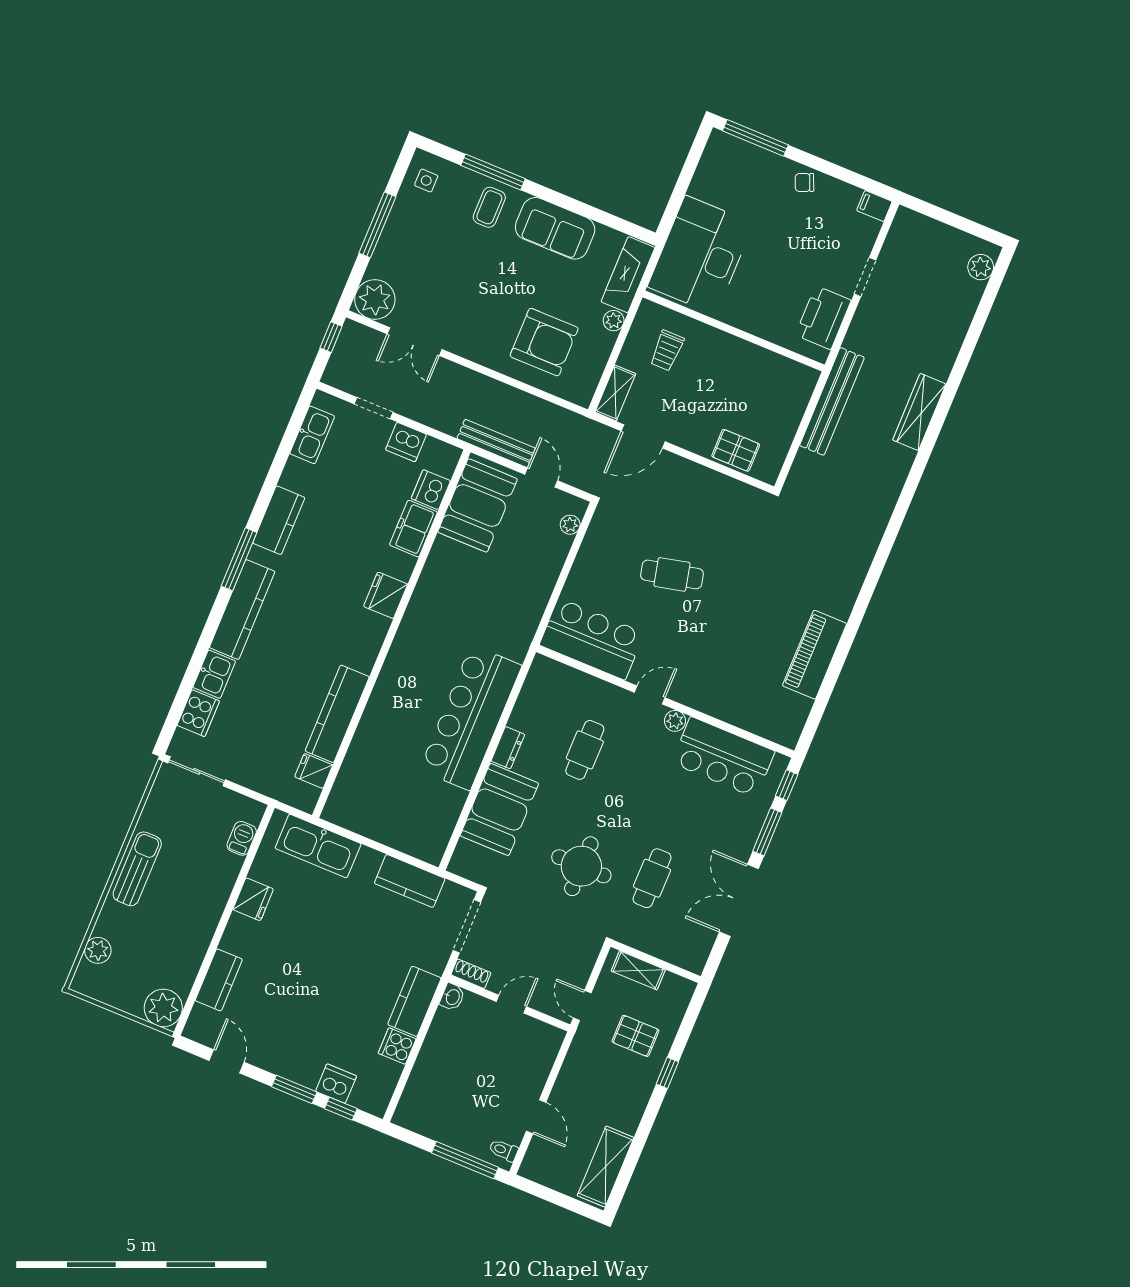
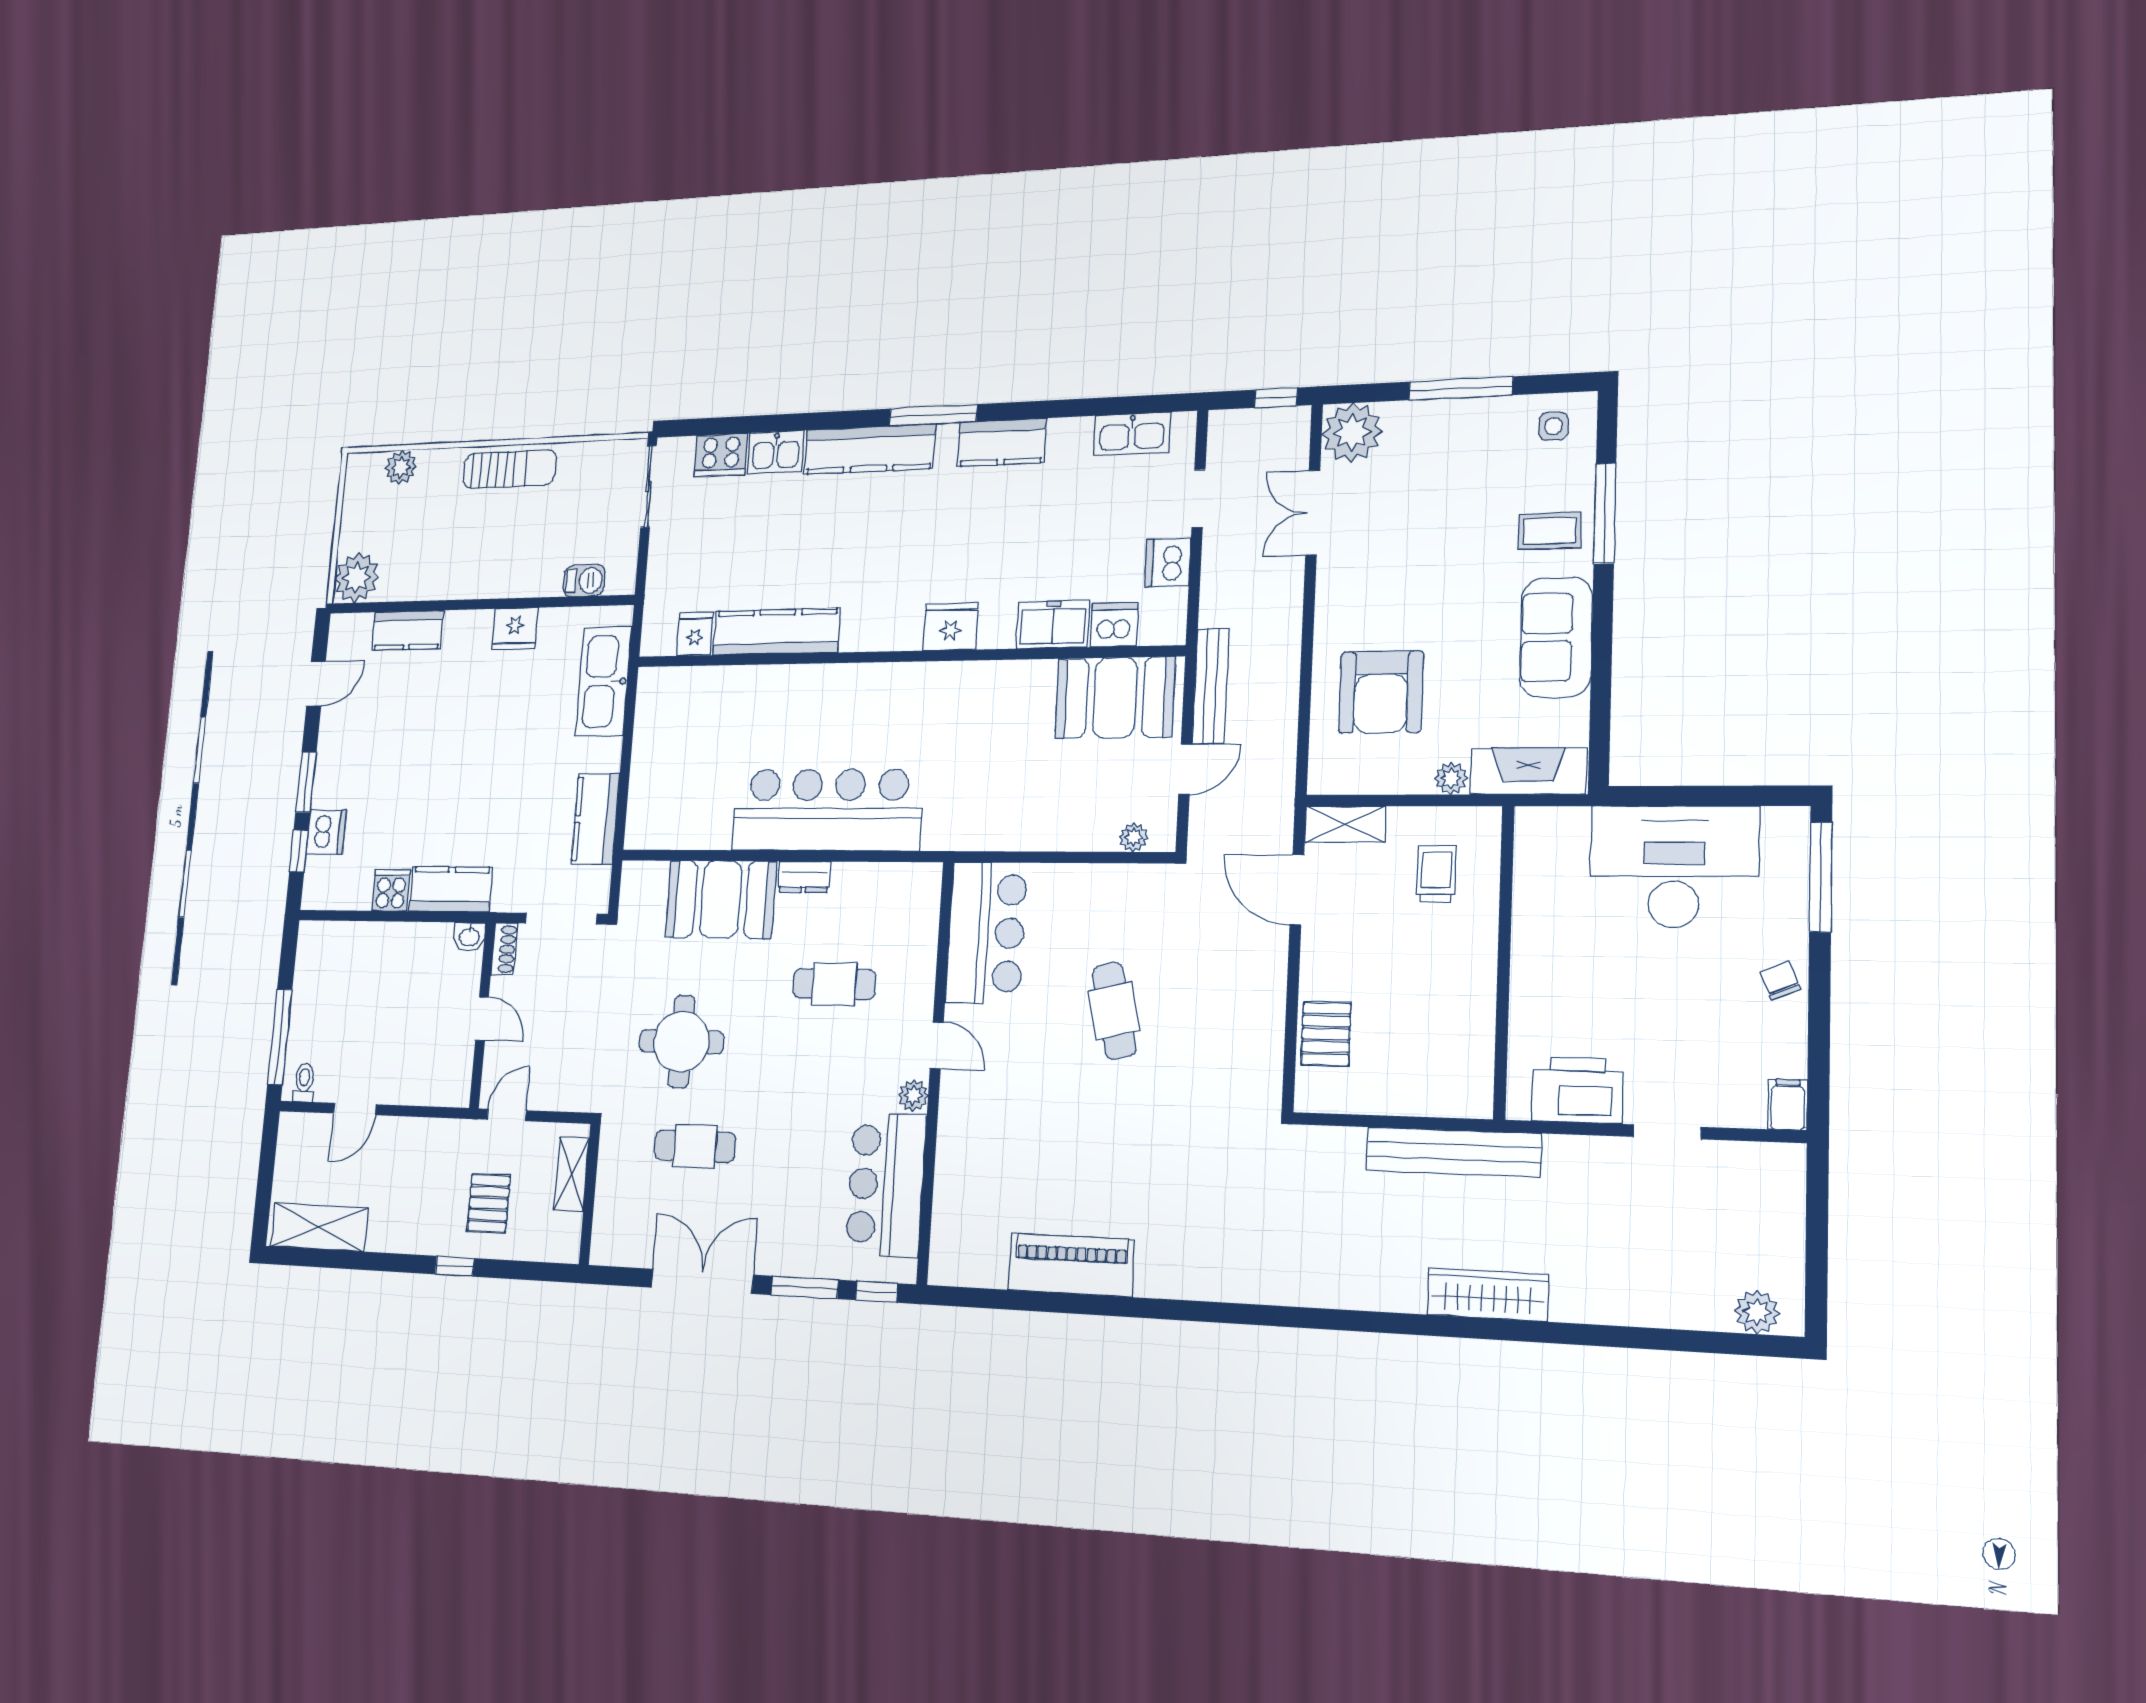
desk: (700, 255) -> (1674, 867), moved
trolley: (667, 351) -> (1436, 874), turned 90

